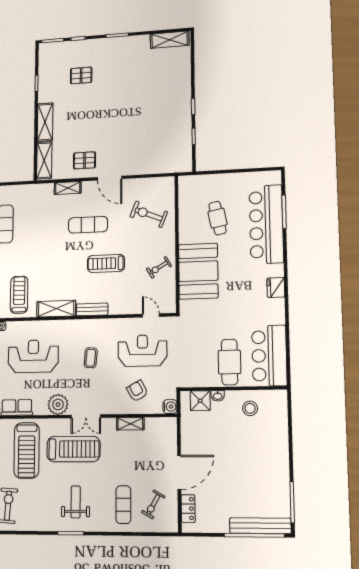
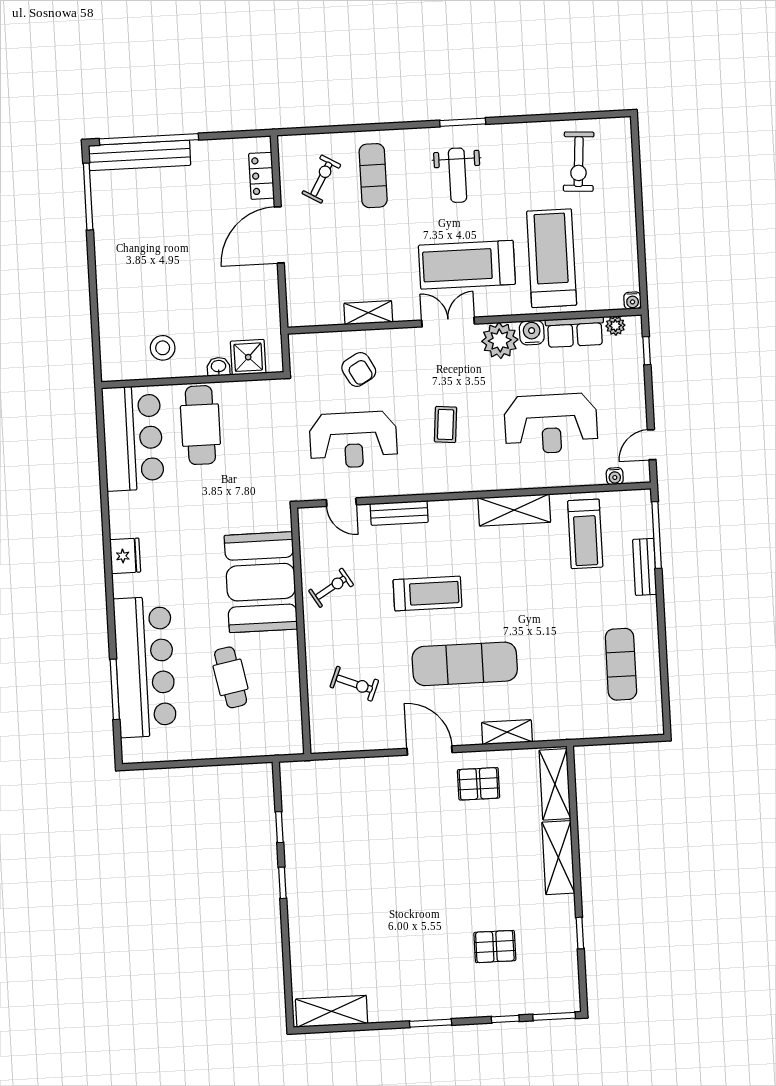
exercise bike: (149, 214) -> (354, 684), width x0.73, depth x0.72
exercise mat: (88, 225) -> (465, 664), width x1.36, depth x1.45
bench: (92, 309) -> (399, 513), moved
water cooler: (170, 407) -> (532, 333), moved, turned 90

